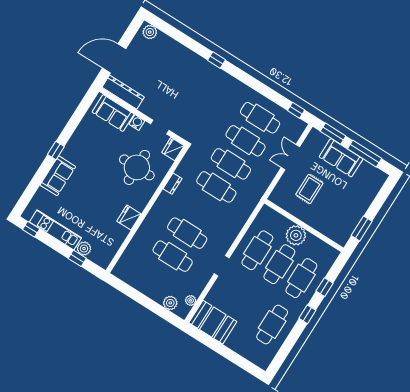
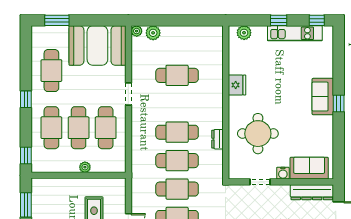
fridge: (173, 149) -> (236, 170), removed
sofa: (58, 176) -> (323, 97), moved
cafe table: (187, 233) -> (177, 132), moved
plant: (296, 235) -> (85, 167), width x0.53, depth x0.53
plant: (84, 249) -> (244, 33), moved
window: (77, 258) -> (279, 20), moved
window: (325, 287) -> (26, 155), moved
plant: (191, 300) -> (137, 31), moved
booth: (213, 322) -> (97, 45), width x1.36, depth x1.42
window: (242, 362) -> (57, 20), added

